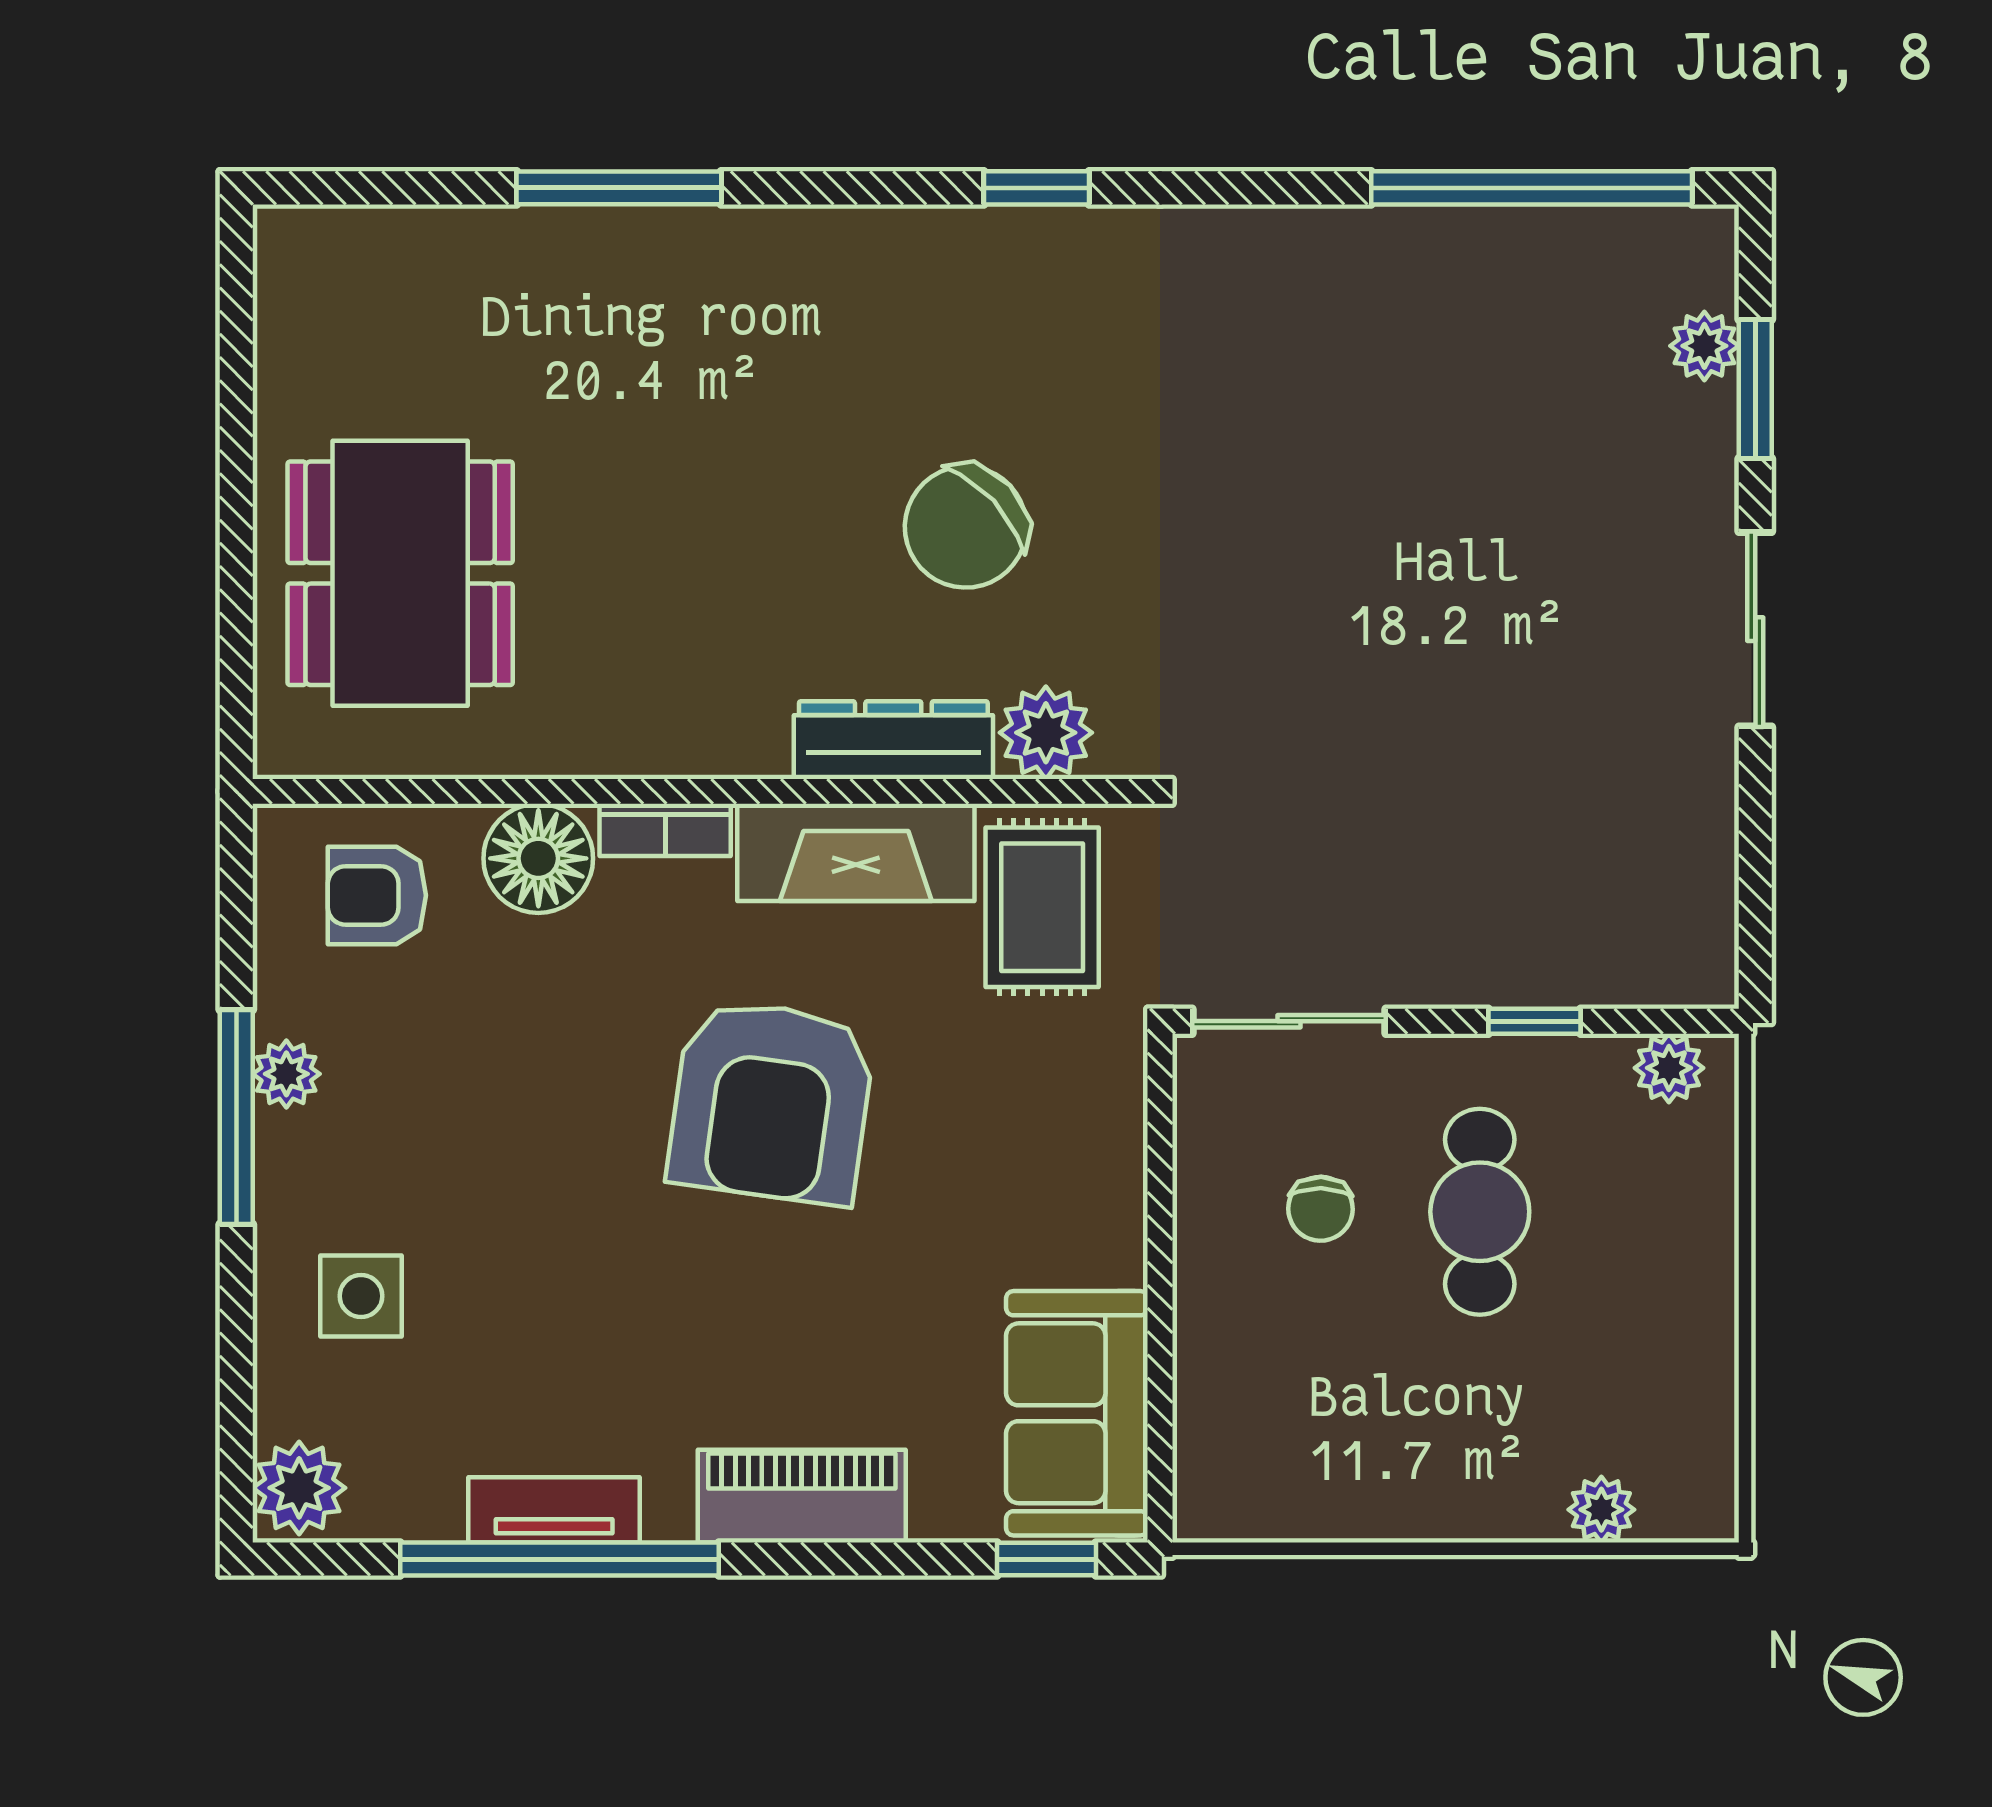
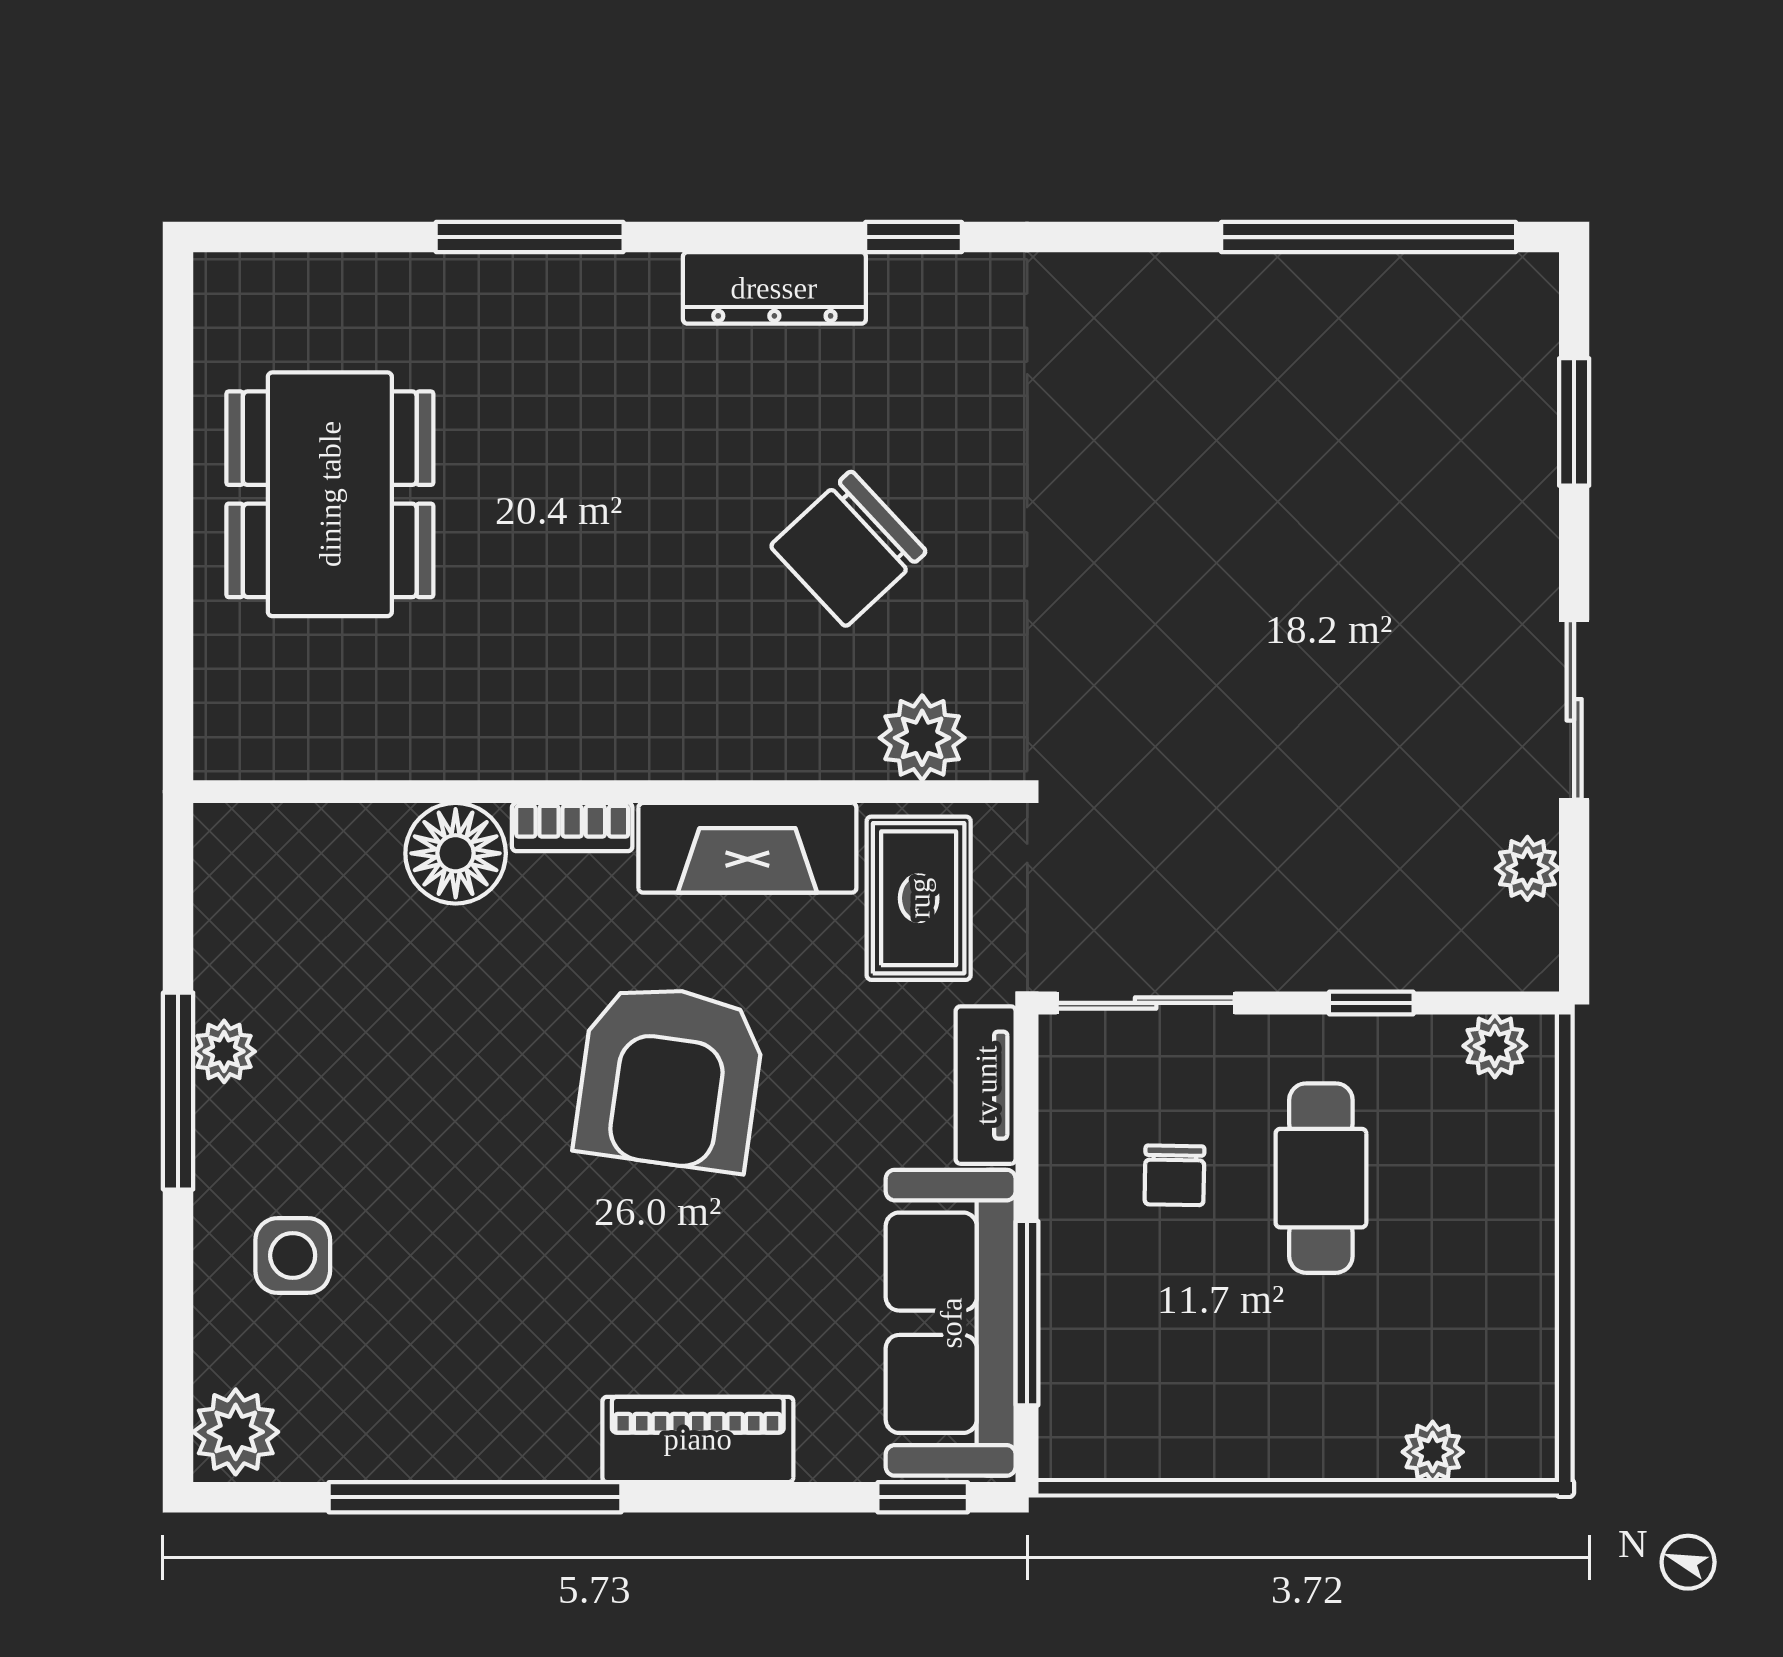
plant: (1704, 346) -> (1527, 868), moved
dining table: (400, 573) -> (330, 494), moved
sliding door: (1755, 629) -> (1574, 710), moved
dresser: (893, 740) -> (774, 288), moved, turned 180
armchair: (377, 895) -> (307, 887), removed
window: (1160, 1359) -> (1027, 1313), added
sofa: (1077, 1413) -> (951, 1323), width x1.36
tv unit: (554, 1510) -> (986, 1085), moved, turned -90

